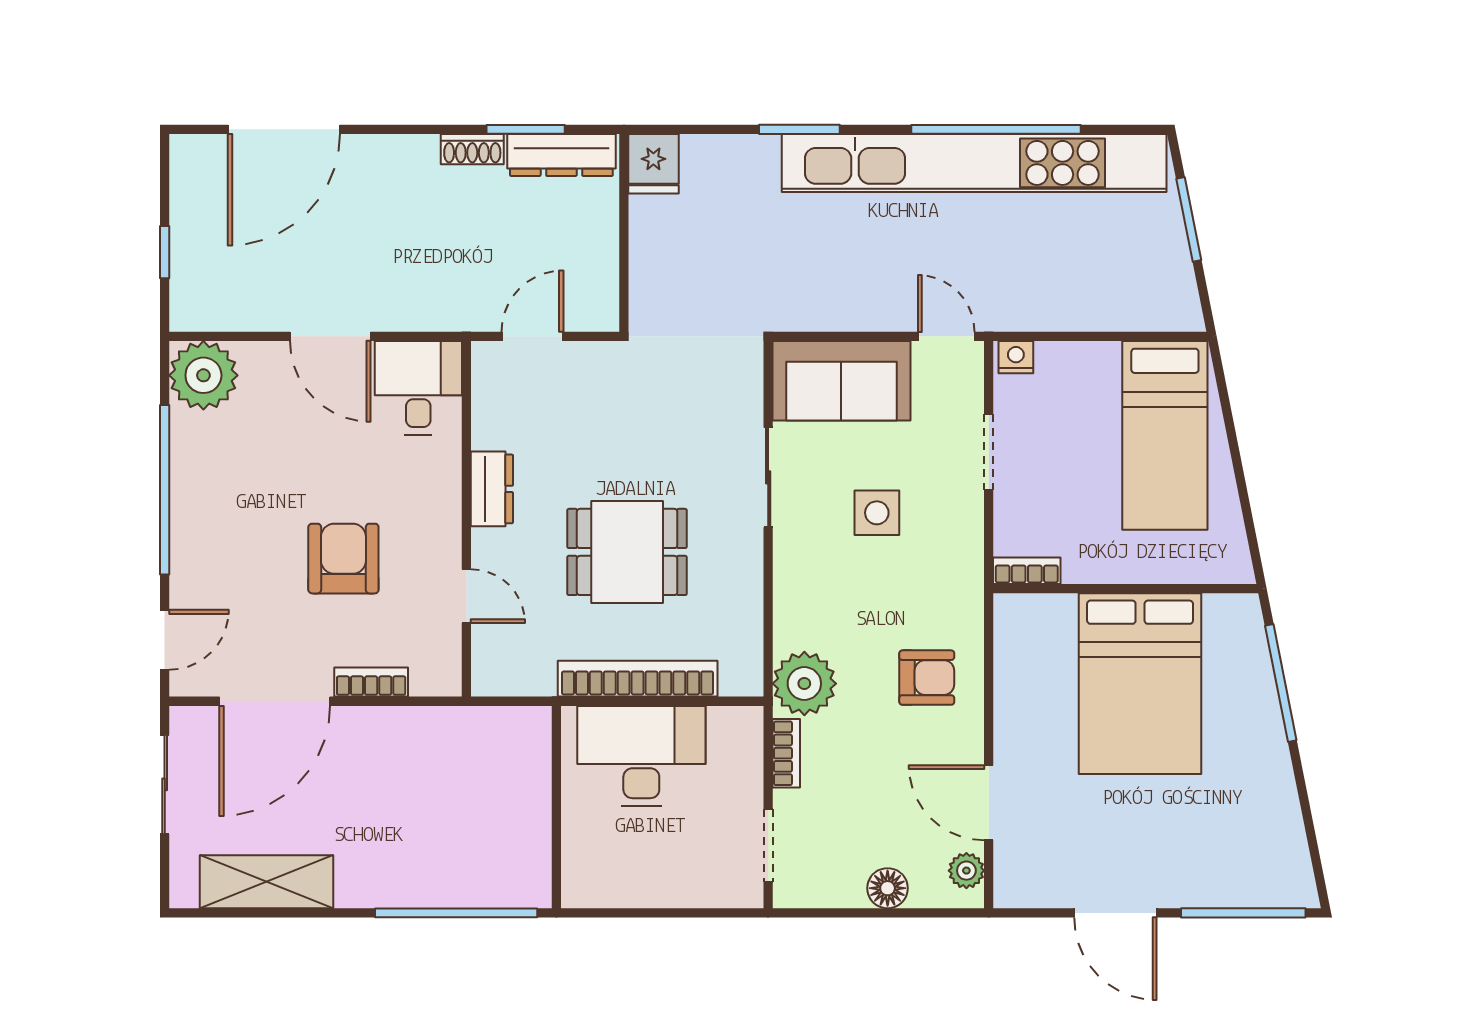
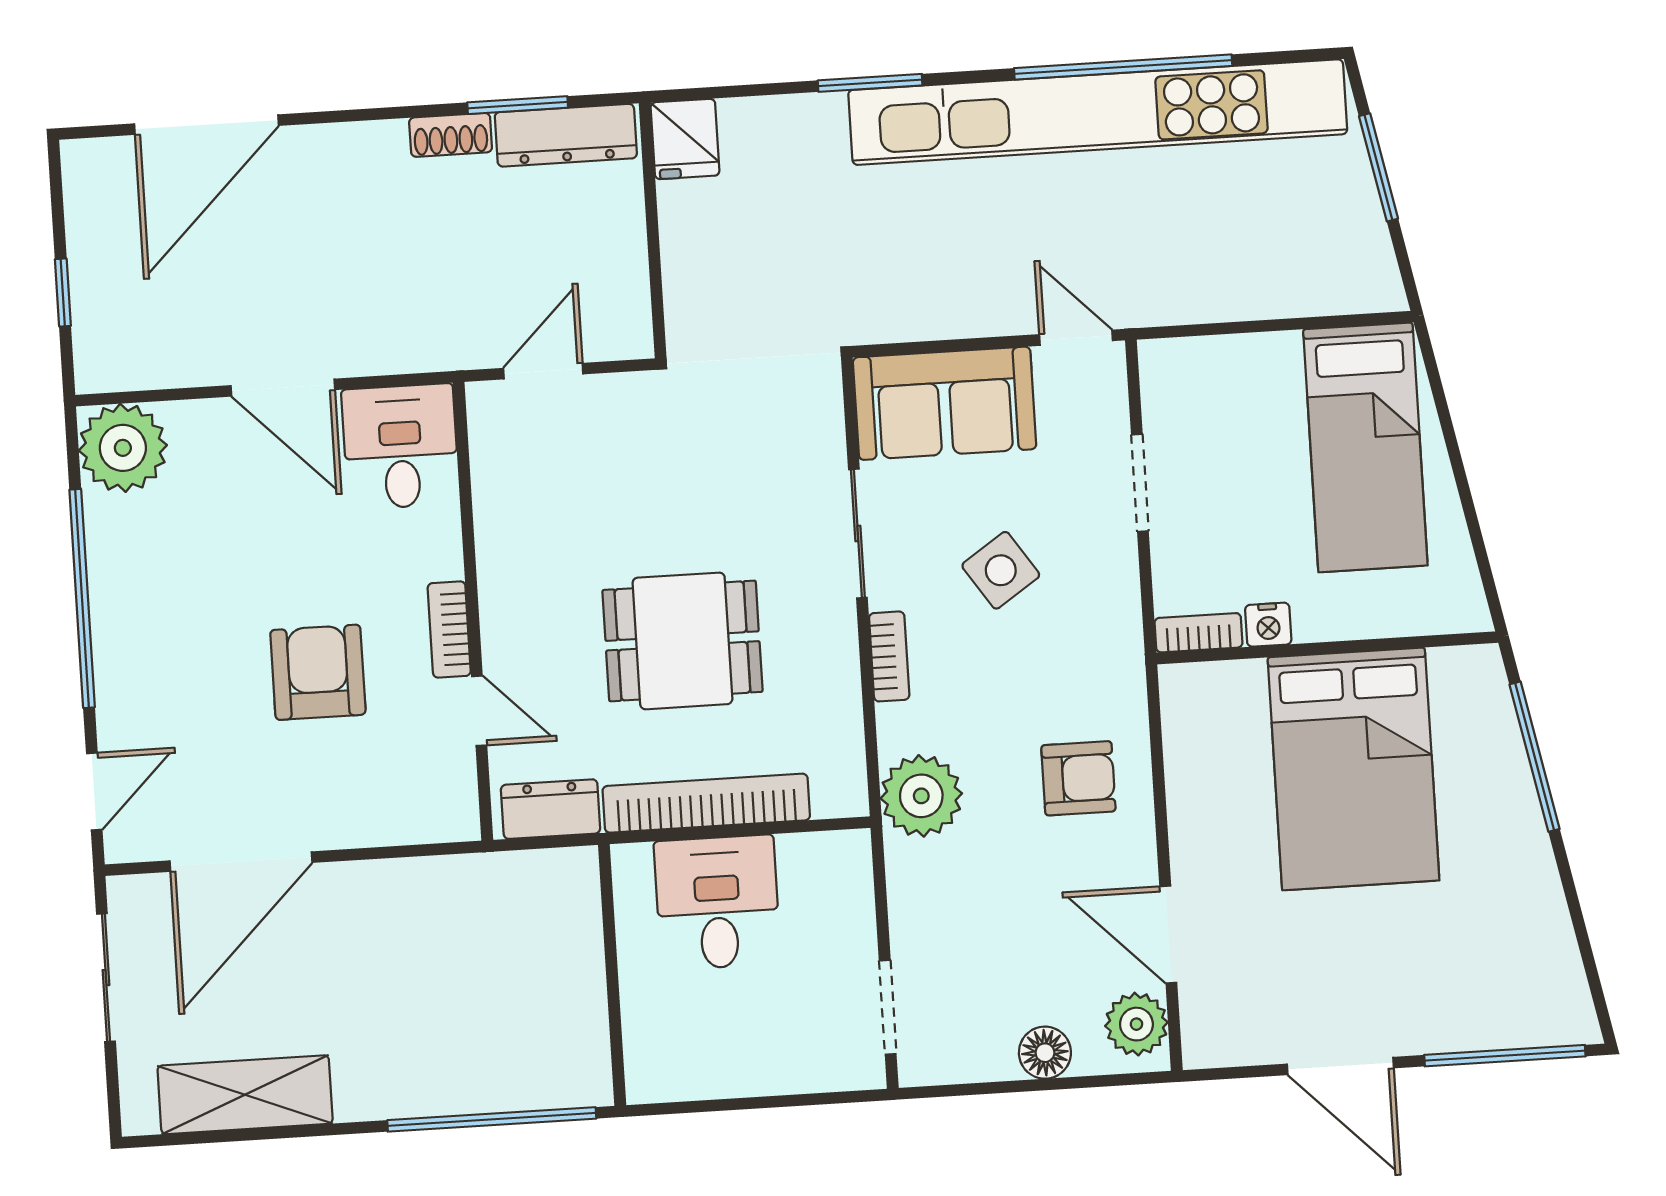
nightstand: (1016, 357) -> (1268, 625), moved, turned 180
dresser: (492, 489) -> (551, 809), moved, turned -90
side table: (877, 513) -> (1001, 570), turned -34
bookcase: (371, 682) -> (449, 630), moved, turned -90
bookcase: (786, 753) -> (889, 656), moved
desk: (641, 756) -> (717, 902), width x0.73
plant: (966, 871) -> (1136, 1024), width x1.38, depth x1.38

